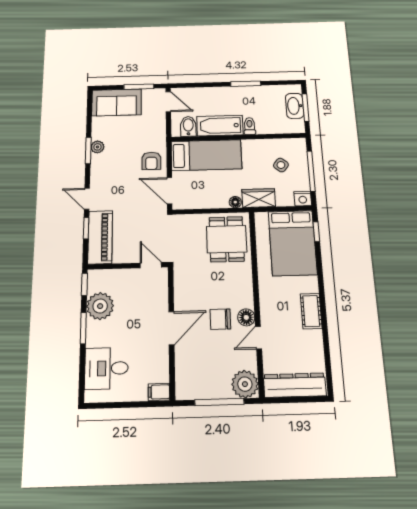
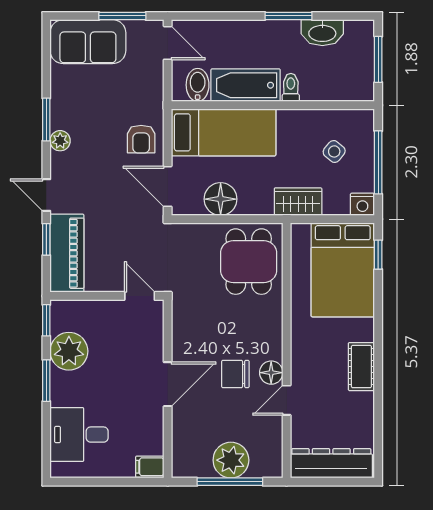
washbasin: (295, 106) -> (322, 33), moved, turned -90
plant: (97, 147) -> (60, 141), moved
floor lamp: (235, 202) -> (221, 199), moved, width x1.89, depth x1.89
plant: (245, 384) -> (231, 460), moved

